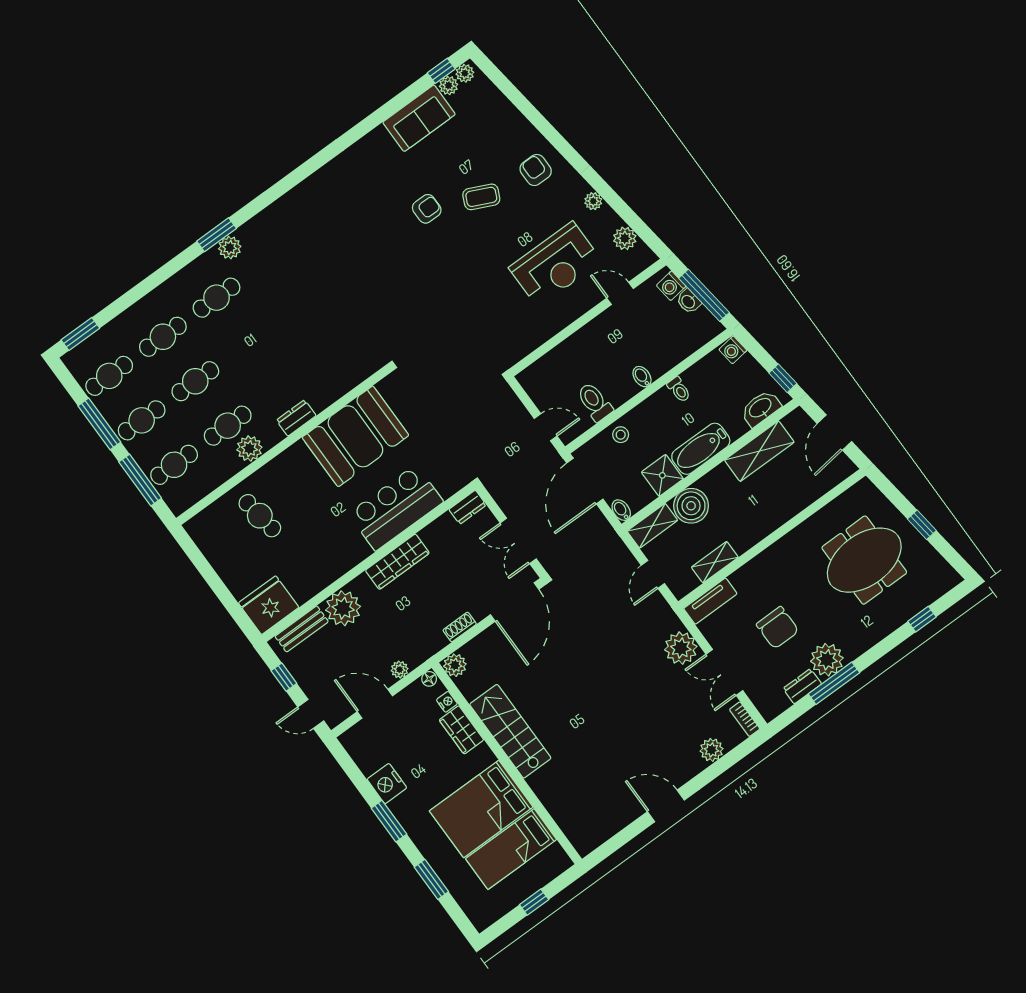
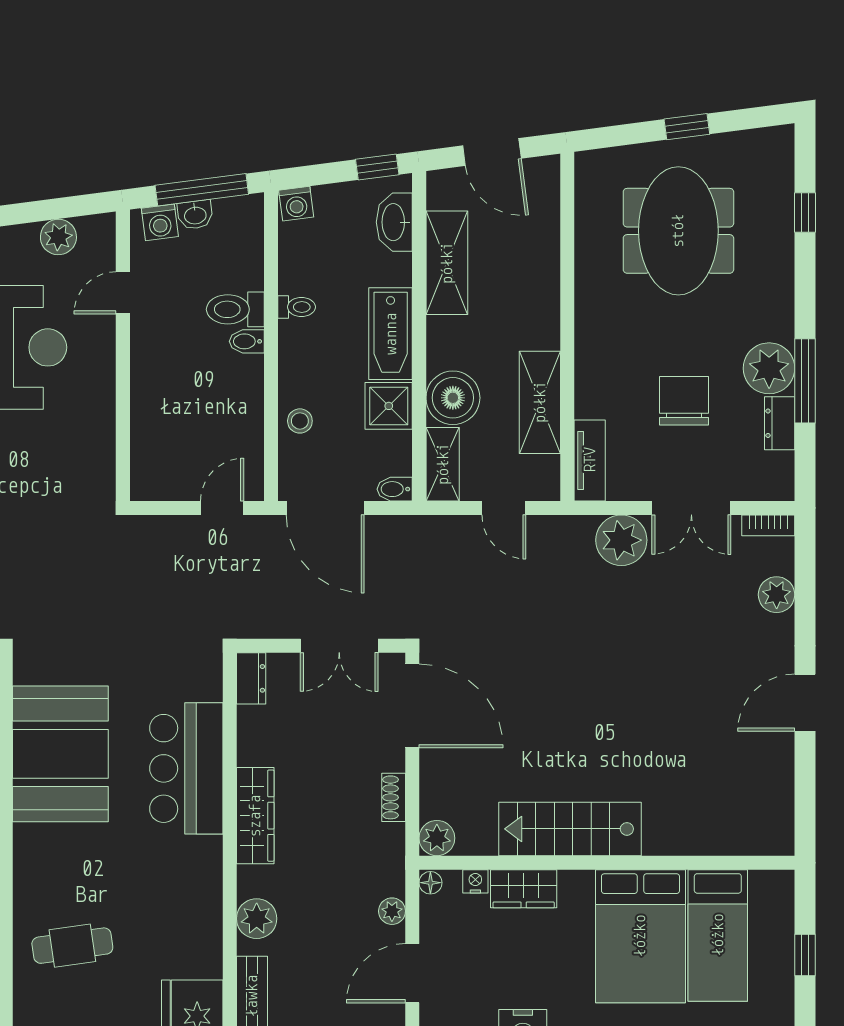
toilet: (595, 402) -> (235, 309), moved
shelving: (715, 562) -> (540, 402), width x1.50, depth x1.33
plant: (343, 608) -> (257, 919), width x0.73, depth x0.73
chair: (778, 628) -> (684, 401), turned -90

